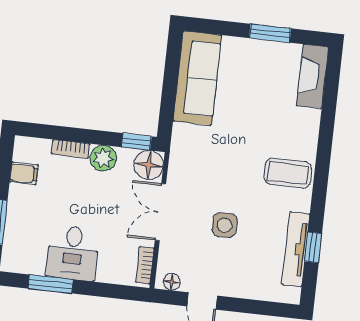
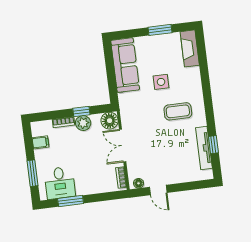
window: (136, 142) -> (81, 111), moved
coffee table: (288, 173) -> (178, 111), moved
side table: (225, 225) -> (161, 82), moved
desk: (73, 253) -> (60, 183), moved

